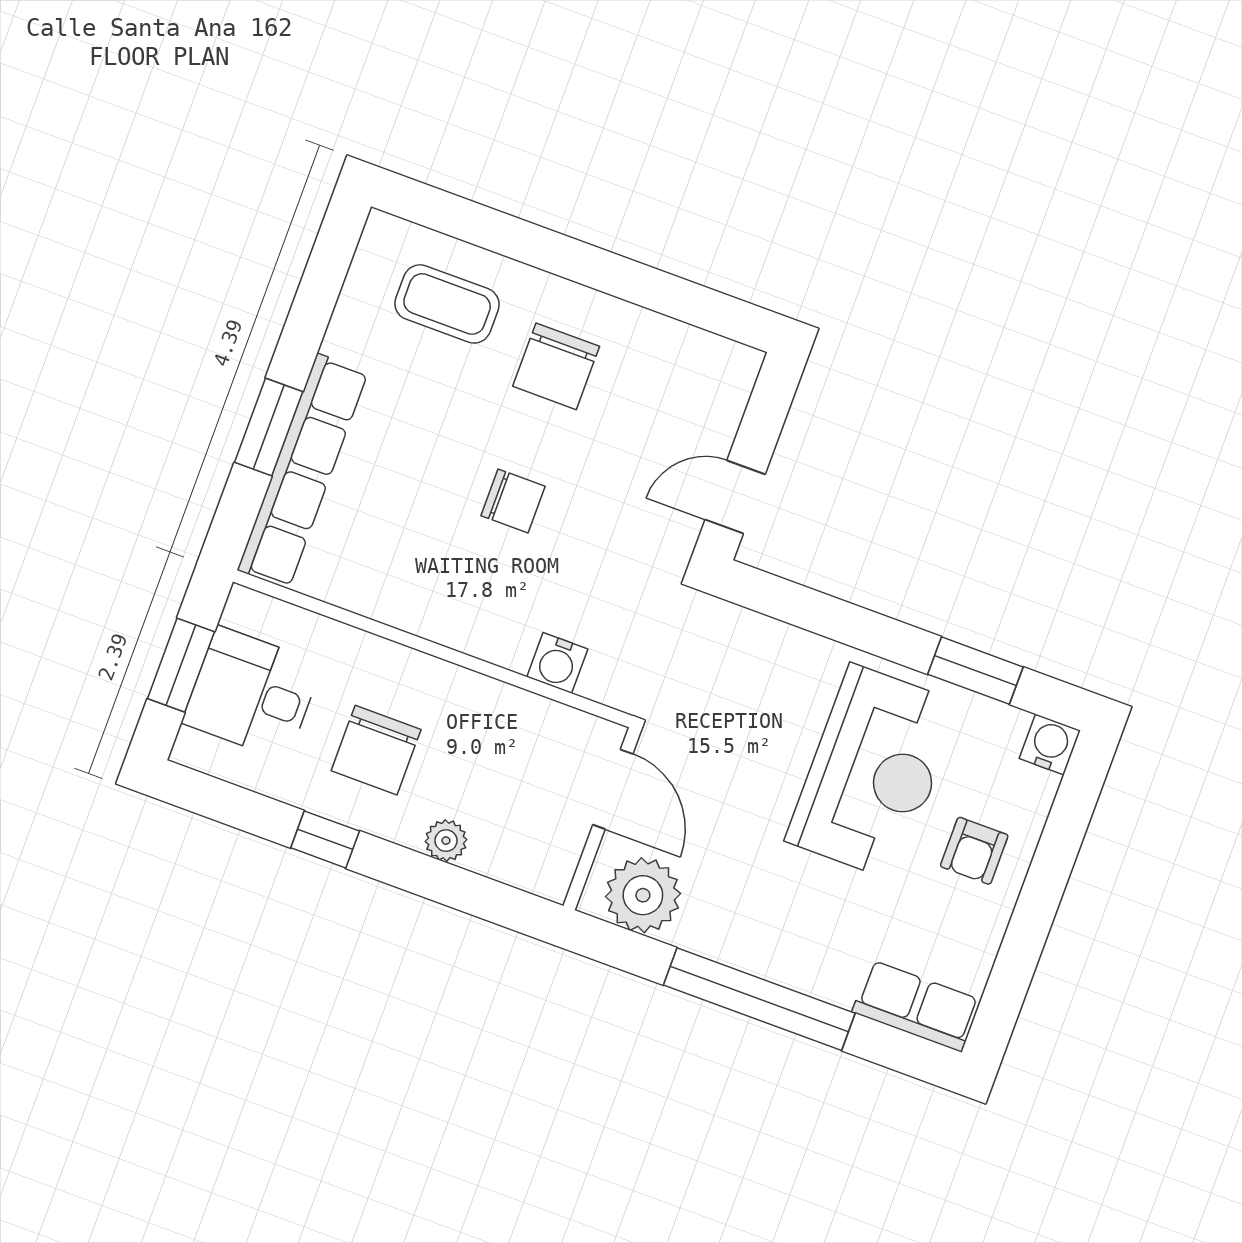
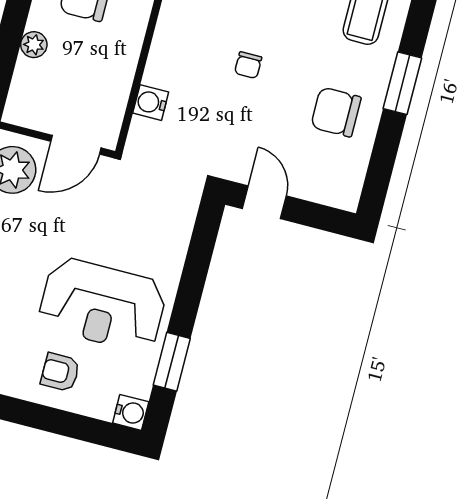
window: (567, 257) -> (402, 83), added
chair: (556, 366) -> (336, 112), moved
chair: (513, 501) -> (248, 65), width x0.73, depth x0.73

